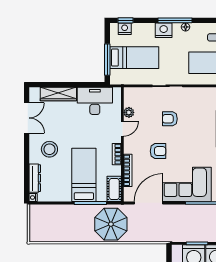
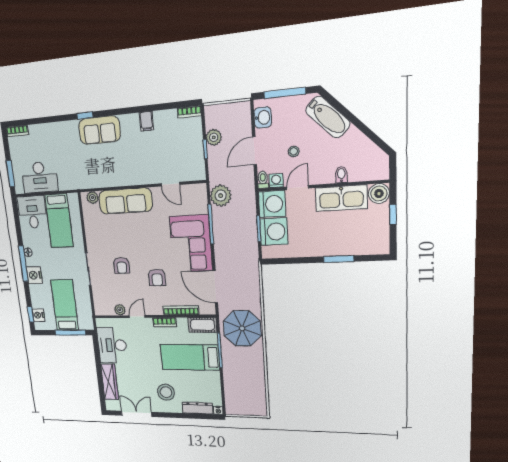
door: (122, 129) -> (137, 317), hinge flipped
armchair: (158, 151) -> (157, 277), turned 180

